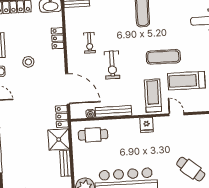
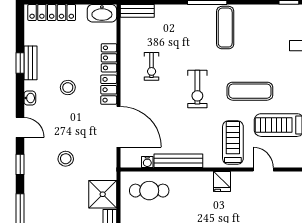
exercise bike: (112, 65) -> (197, 89), moved
stool: (30, 115) -> (66, 159), added
locker: (62, 116) -> (109, 90), moved

